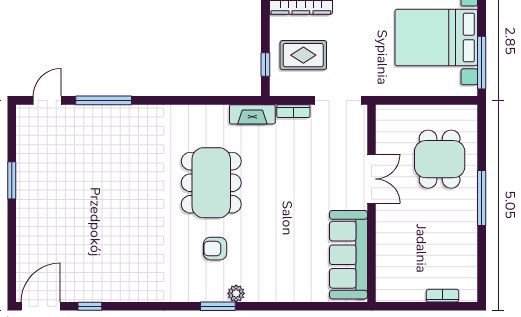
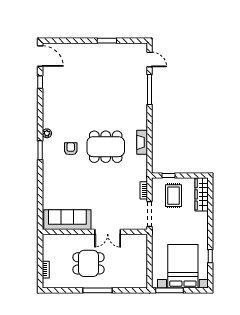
fireplace: (252, 114) -> (142, 142), moved
dining table: (440, 159) -> (89, 263), moved
plant: (236, 293) -> (47, 133), moved

